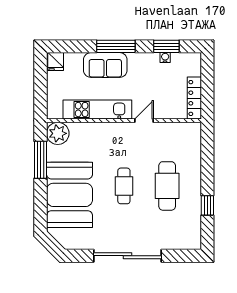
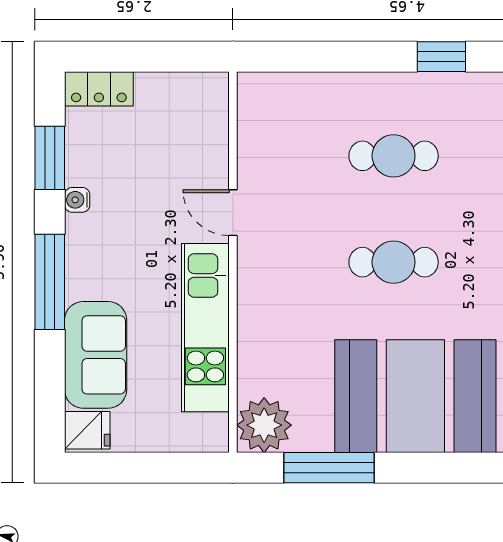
water cooler: (165, 57) -> (77, 200), moved
sofa: (105, 65) -> (96, 355), moved
locker: (194, 98) -> (99, 89), moved, width x0.66
cafe table: (167, 186) -> (394, 156), width x0.73, depth x0.74

